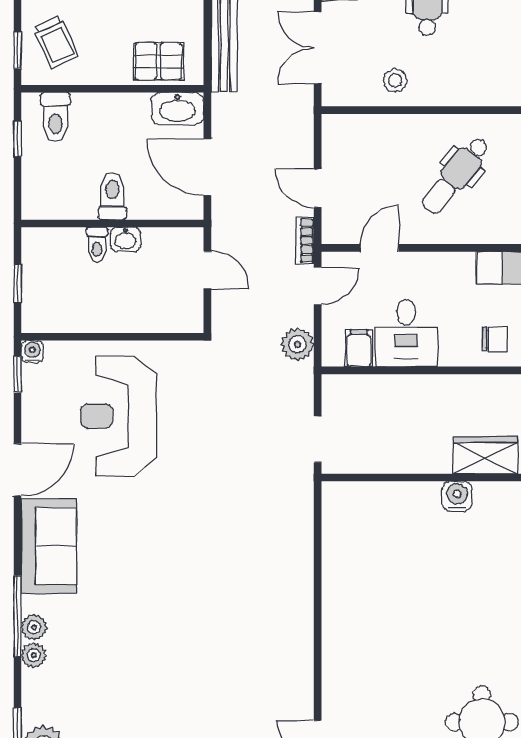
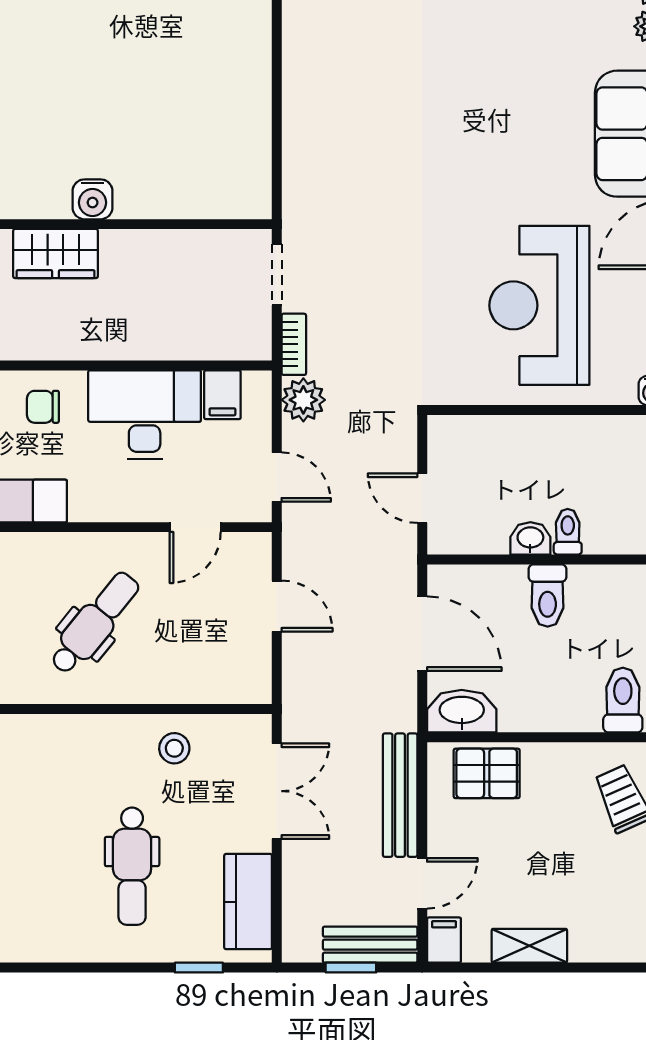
bookcase: (305, 241) -> (294, 344), moved
door: (318, 286) -> (277, 477), swing flipped
desk: (406, 333) -> (145, 415), width x1.37
reception desk: (119, 416) -> (539, 305), turned 180

